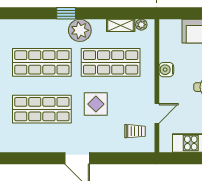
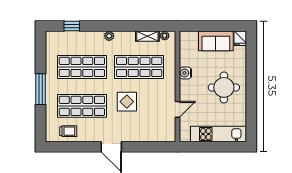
window: (66, 13) -> (72, 26), moved
plant: (80, 30) -> (109, 36), width x0.53, depth x0.53
trolley: (135, 131) -> (68, 131), moved

